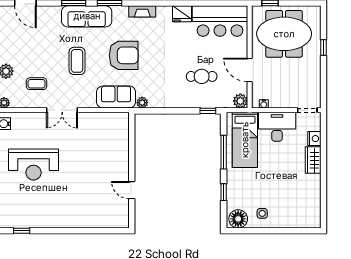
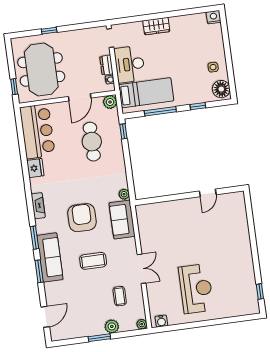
cafe table: (202, 76) -> (92, 142), width x1.37, depth x1.35
dresser: (279, 103) -> (106, 65), added
nightstand: (314, 139) -> (214, 17), moved

